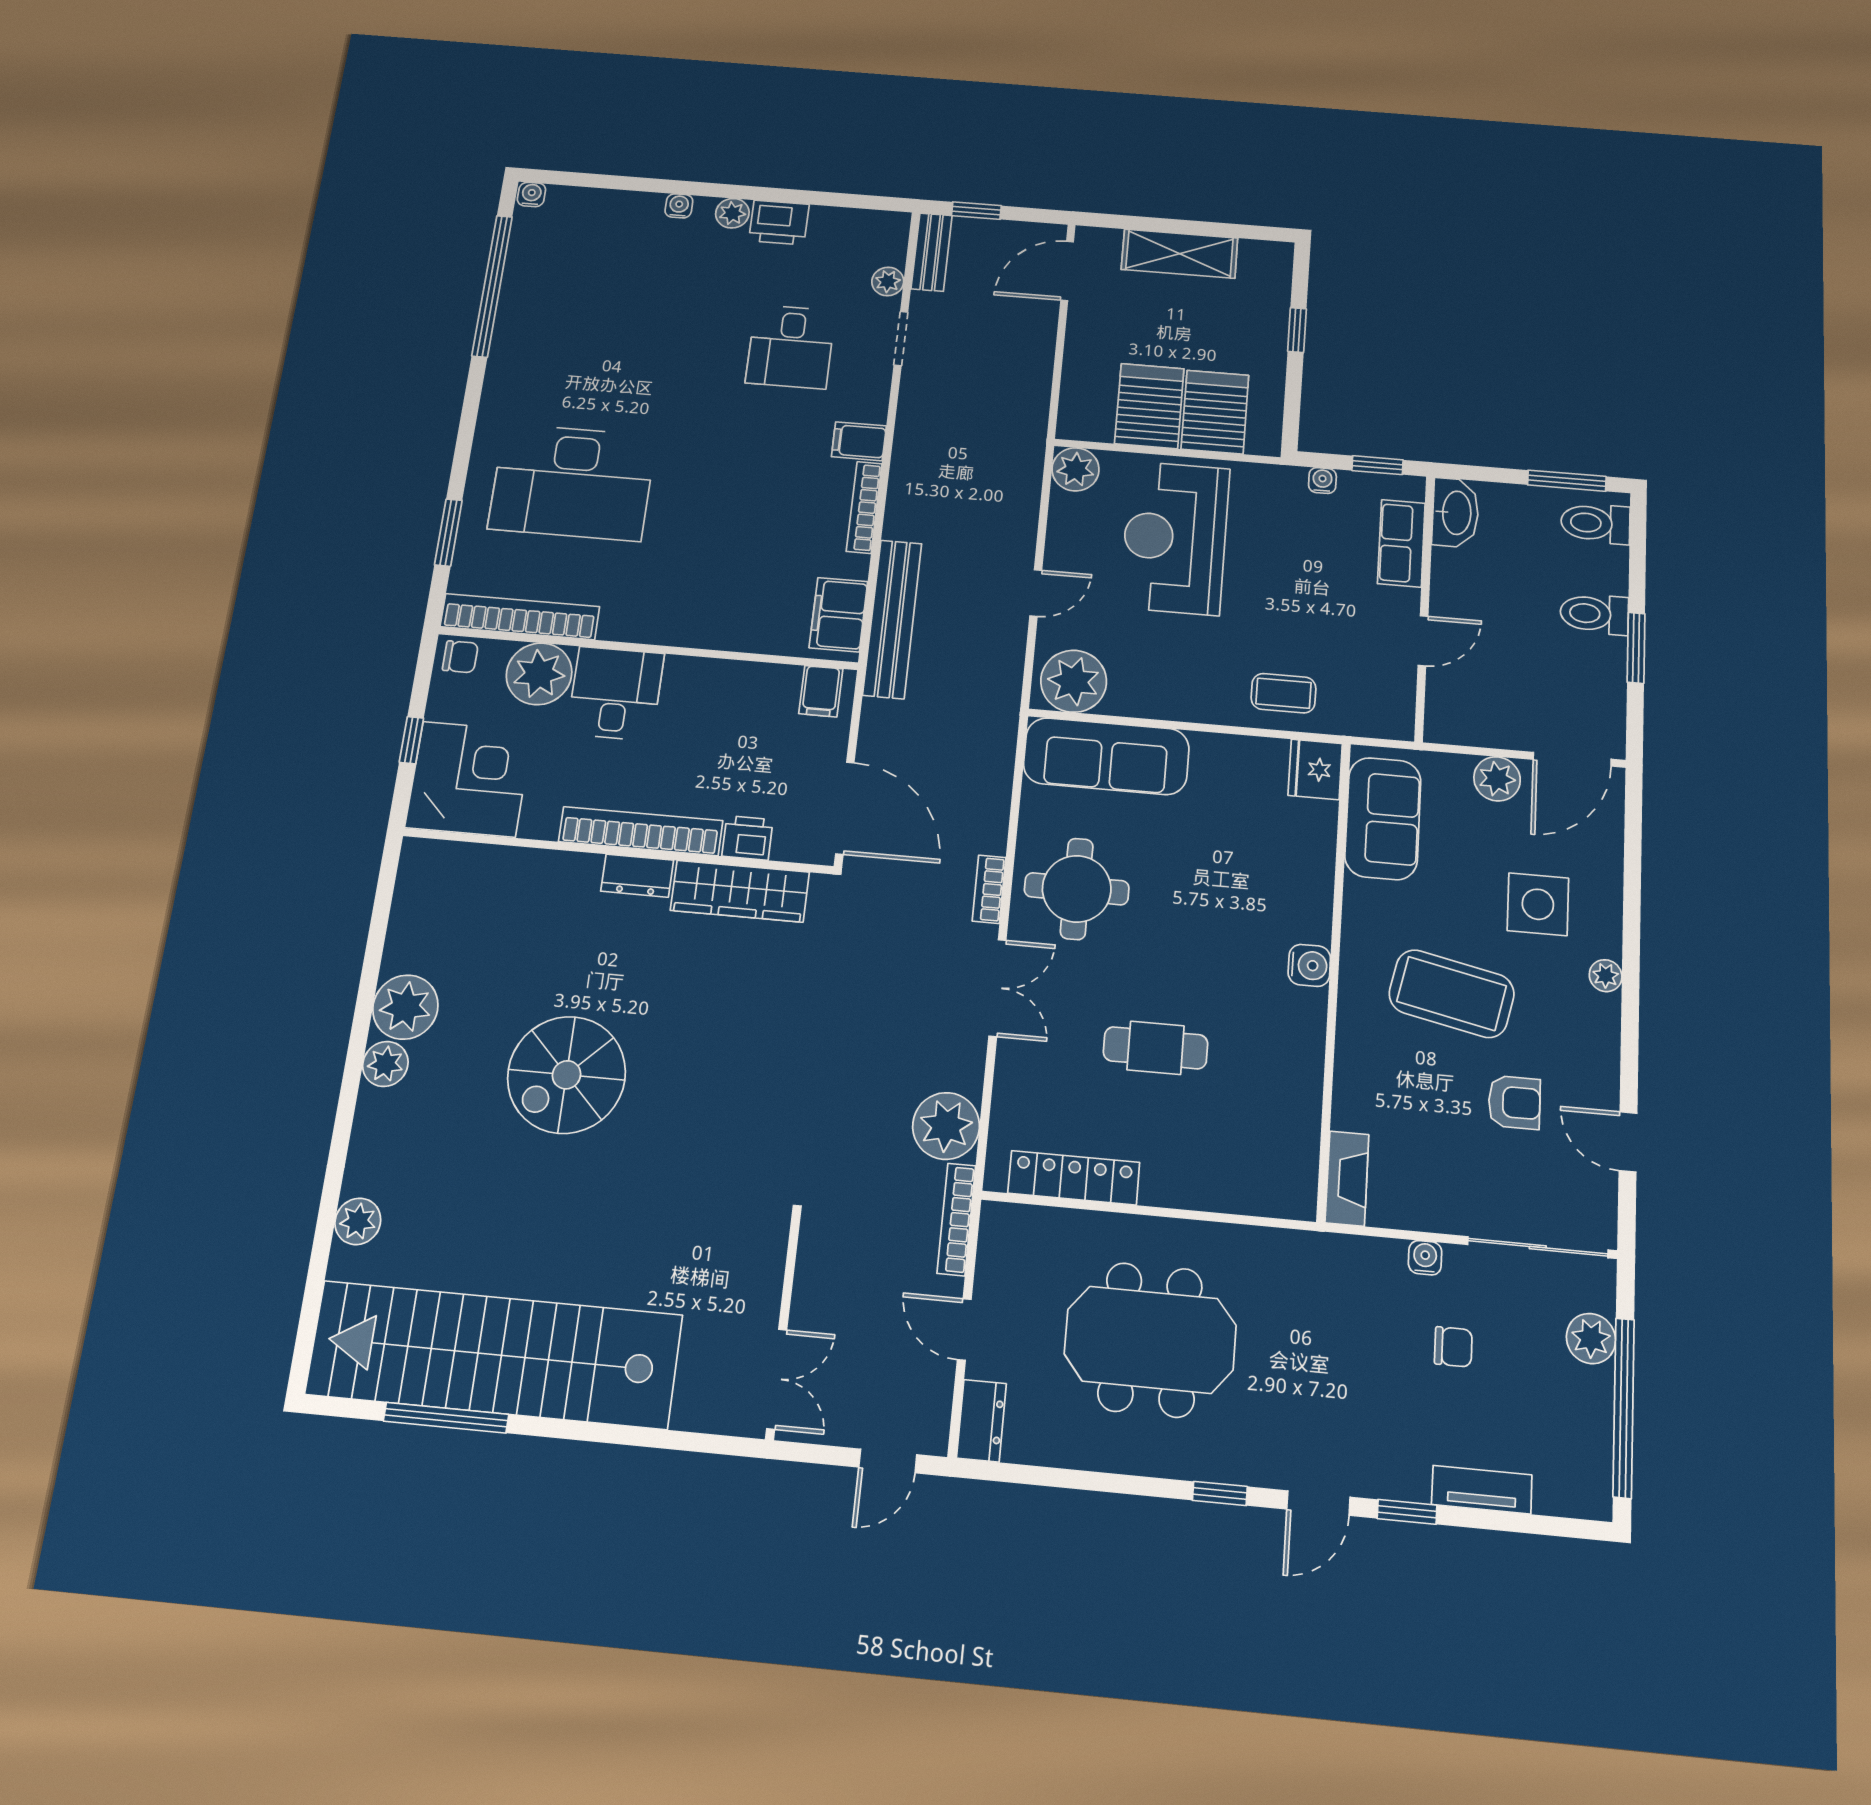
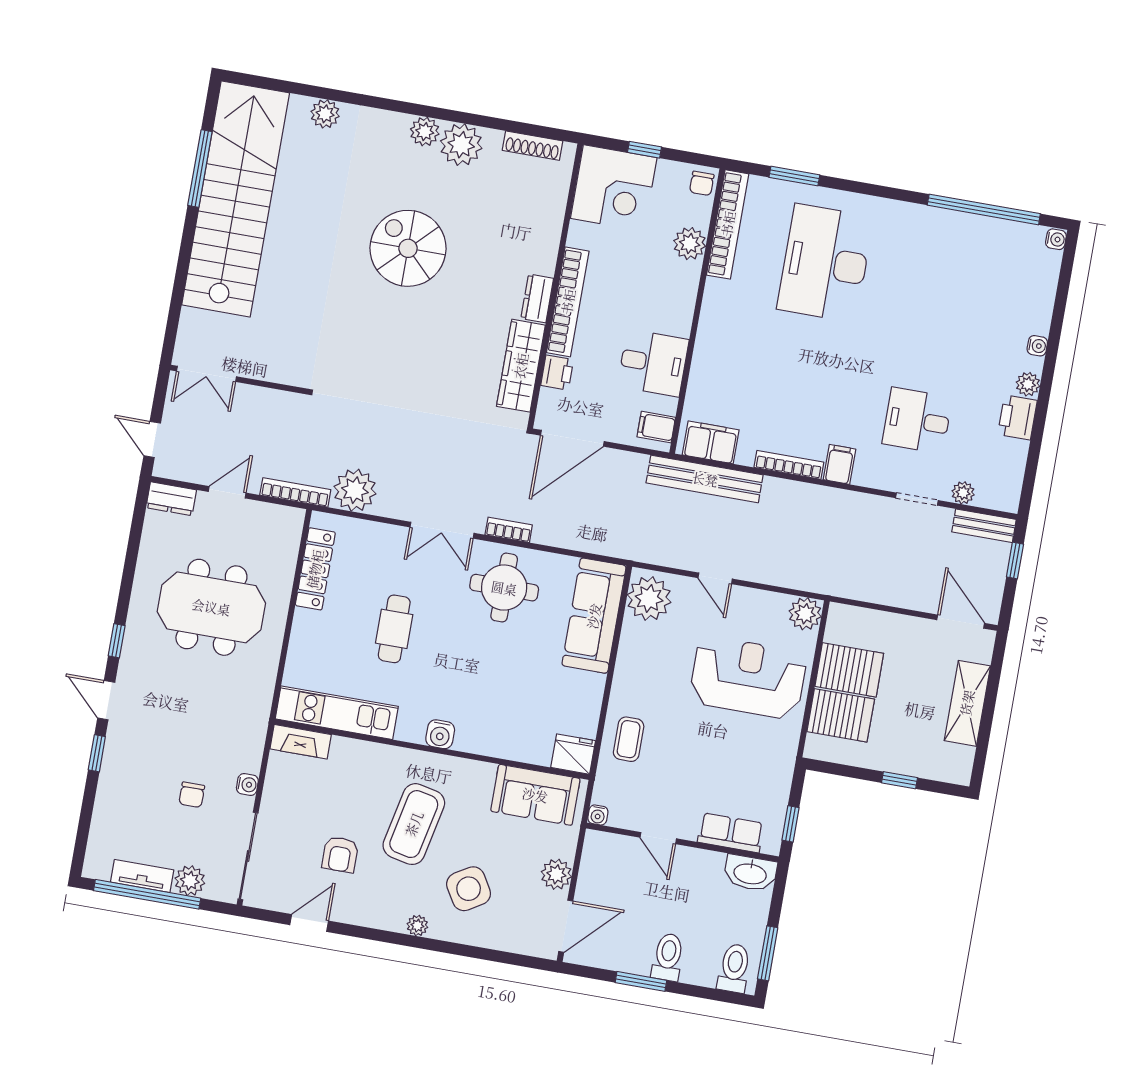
water cooler: (1322, 481) -> (598, 815), moved, turned 90
plant: (539, 674) -> (690, 244), width x0.73, depth x0.73
desk: (615, 694) -> (653, 363), moved
door: (1572, 759) -> (566, 926), swing flipped
shoe rack: (406, 901) -> (532, 146), added
side table: (1538, 904) -> (469, 889), turned -31
kitchen unit: (1295, 1126) -> (337, 713), added
meeting table: (1150, 1340) -> (211, 607), turned 90
tv unit: (1482, 1490) -> (142, 876), moved, turned -90

